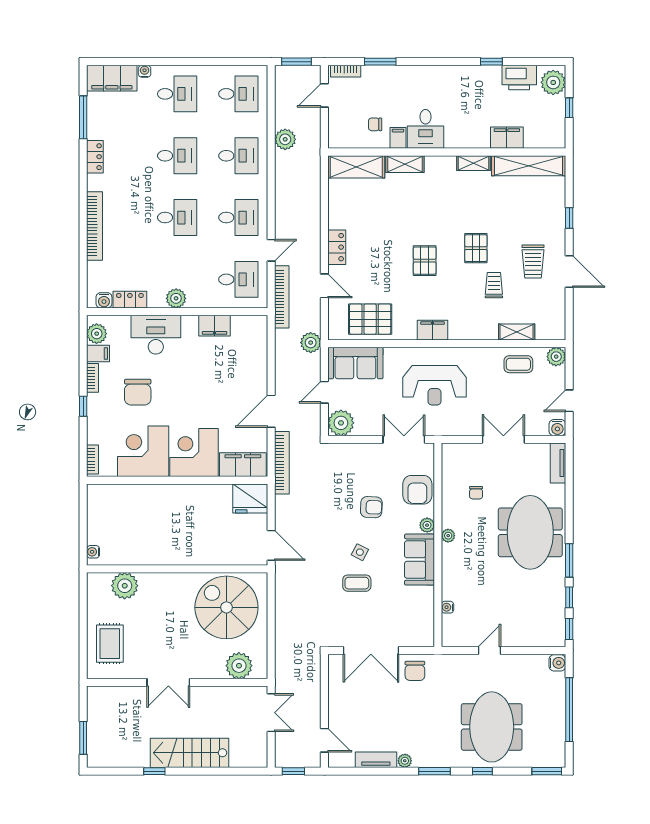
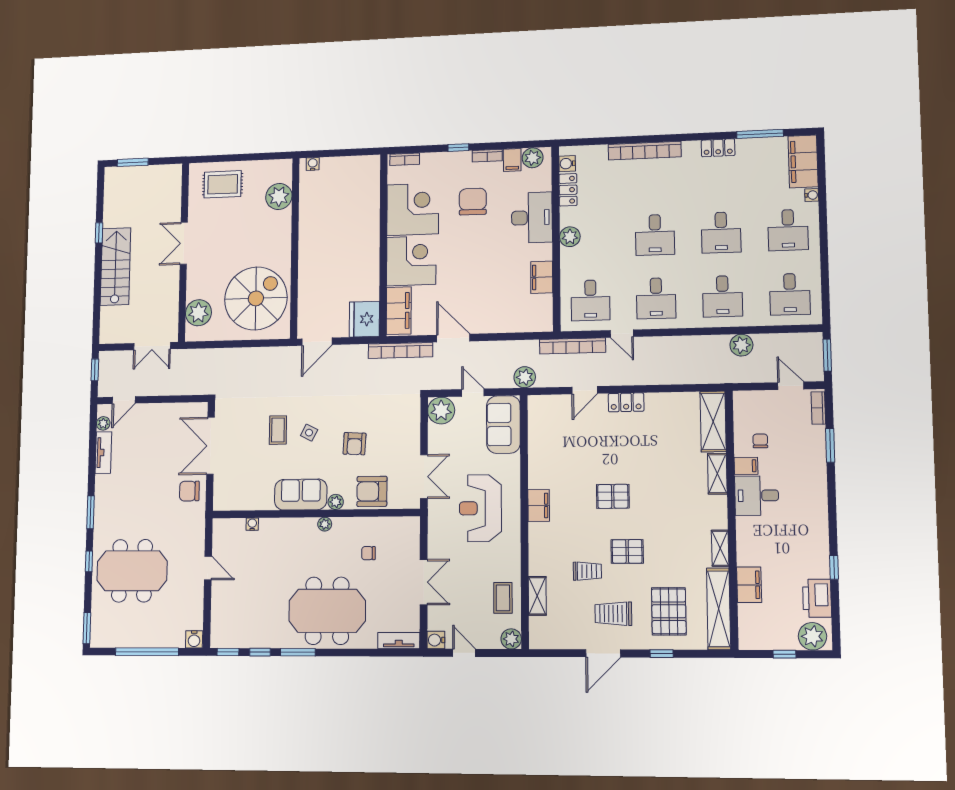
pallet: (370, 319) -> (669, 611), moved
chair: (138, 392) -> (473, 202), turned 90
plant: (405, 761) -> (103, 423), moved

